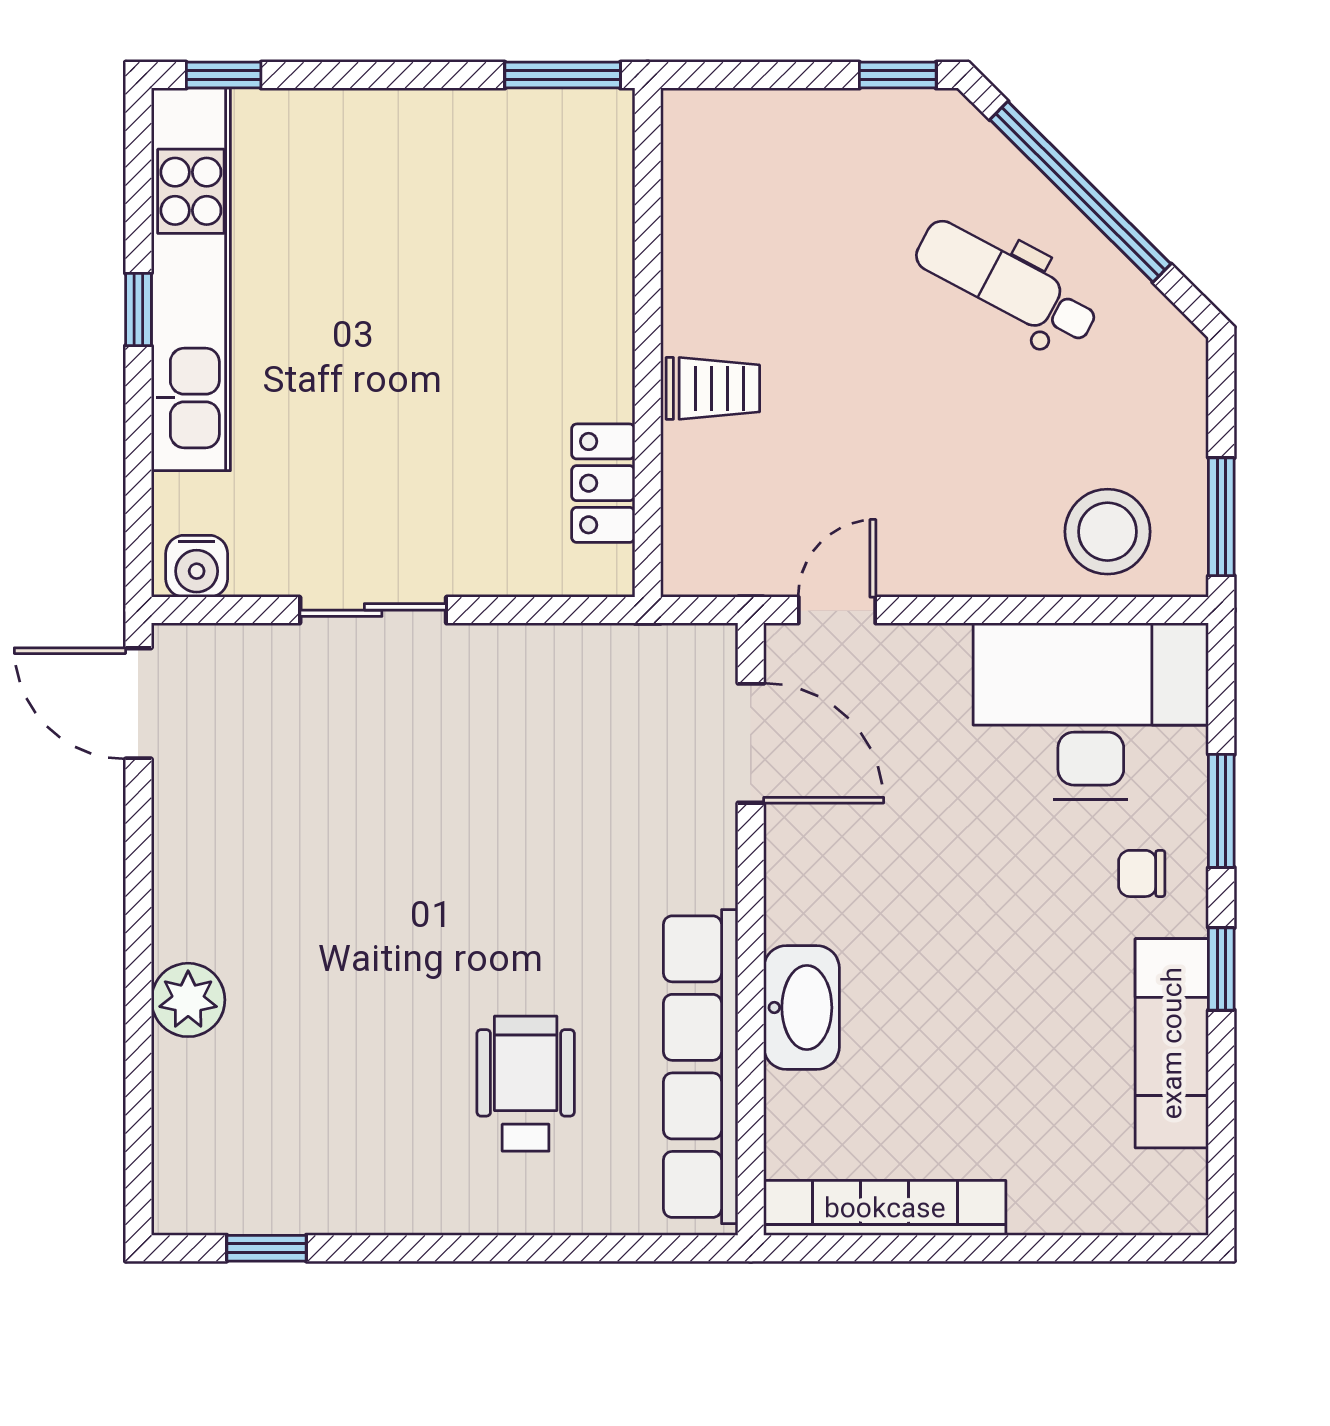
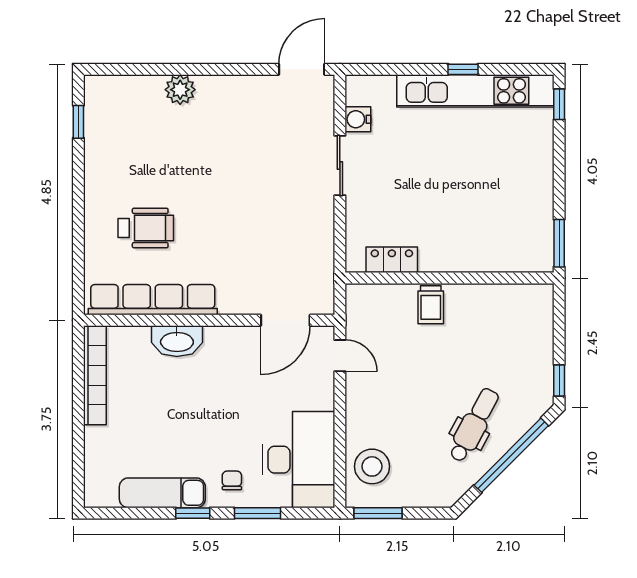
water cooler: (197, 566) -> (358, 119), moved

